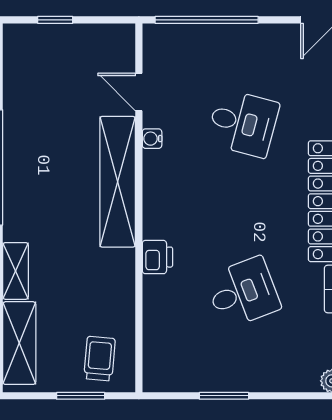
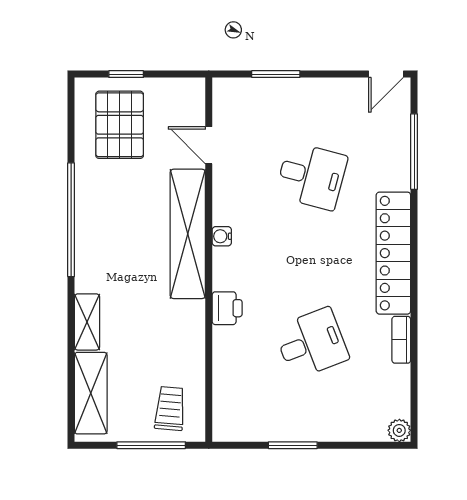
window: (207, 20) -> (276, 74), width x0.47
pallet: (49, 71) -> (120, 125), added
water cooler: (152, 139) -> (222, 236), moved
window: (81, 396) -> (151, 445), width x1.44

